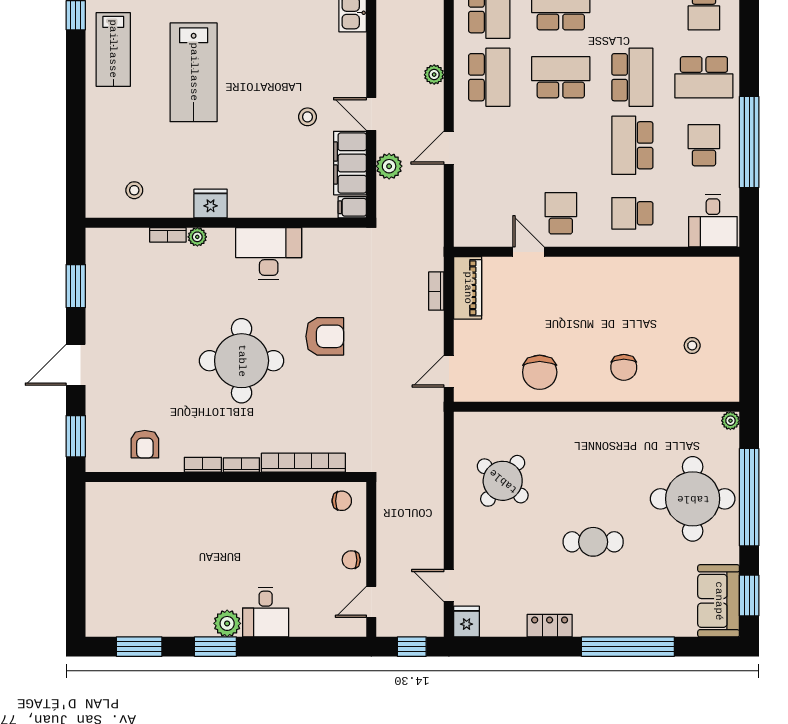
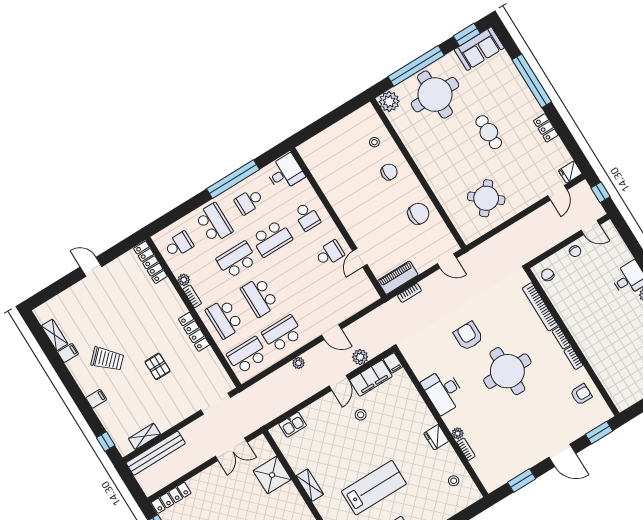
school desk: (561, 213) -> (330, 253), turned 180
stool: (692, 345) -> (374, 142), moved
plant: (730, 421) -> (389, 102), width x1.88, depth x1.88

